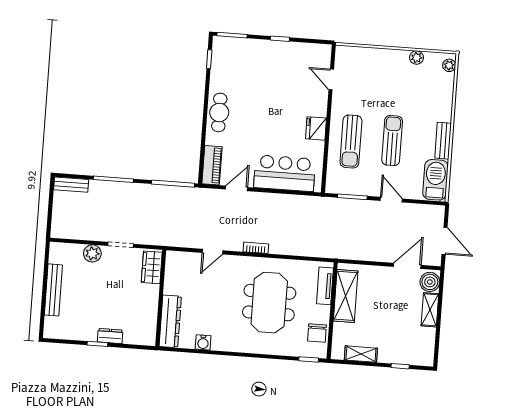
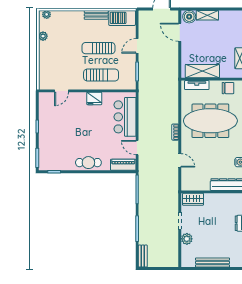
meeting table: (269, 303) -> (210, 121), width x1.36

